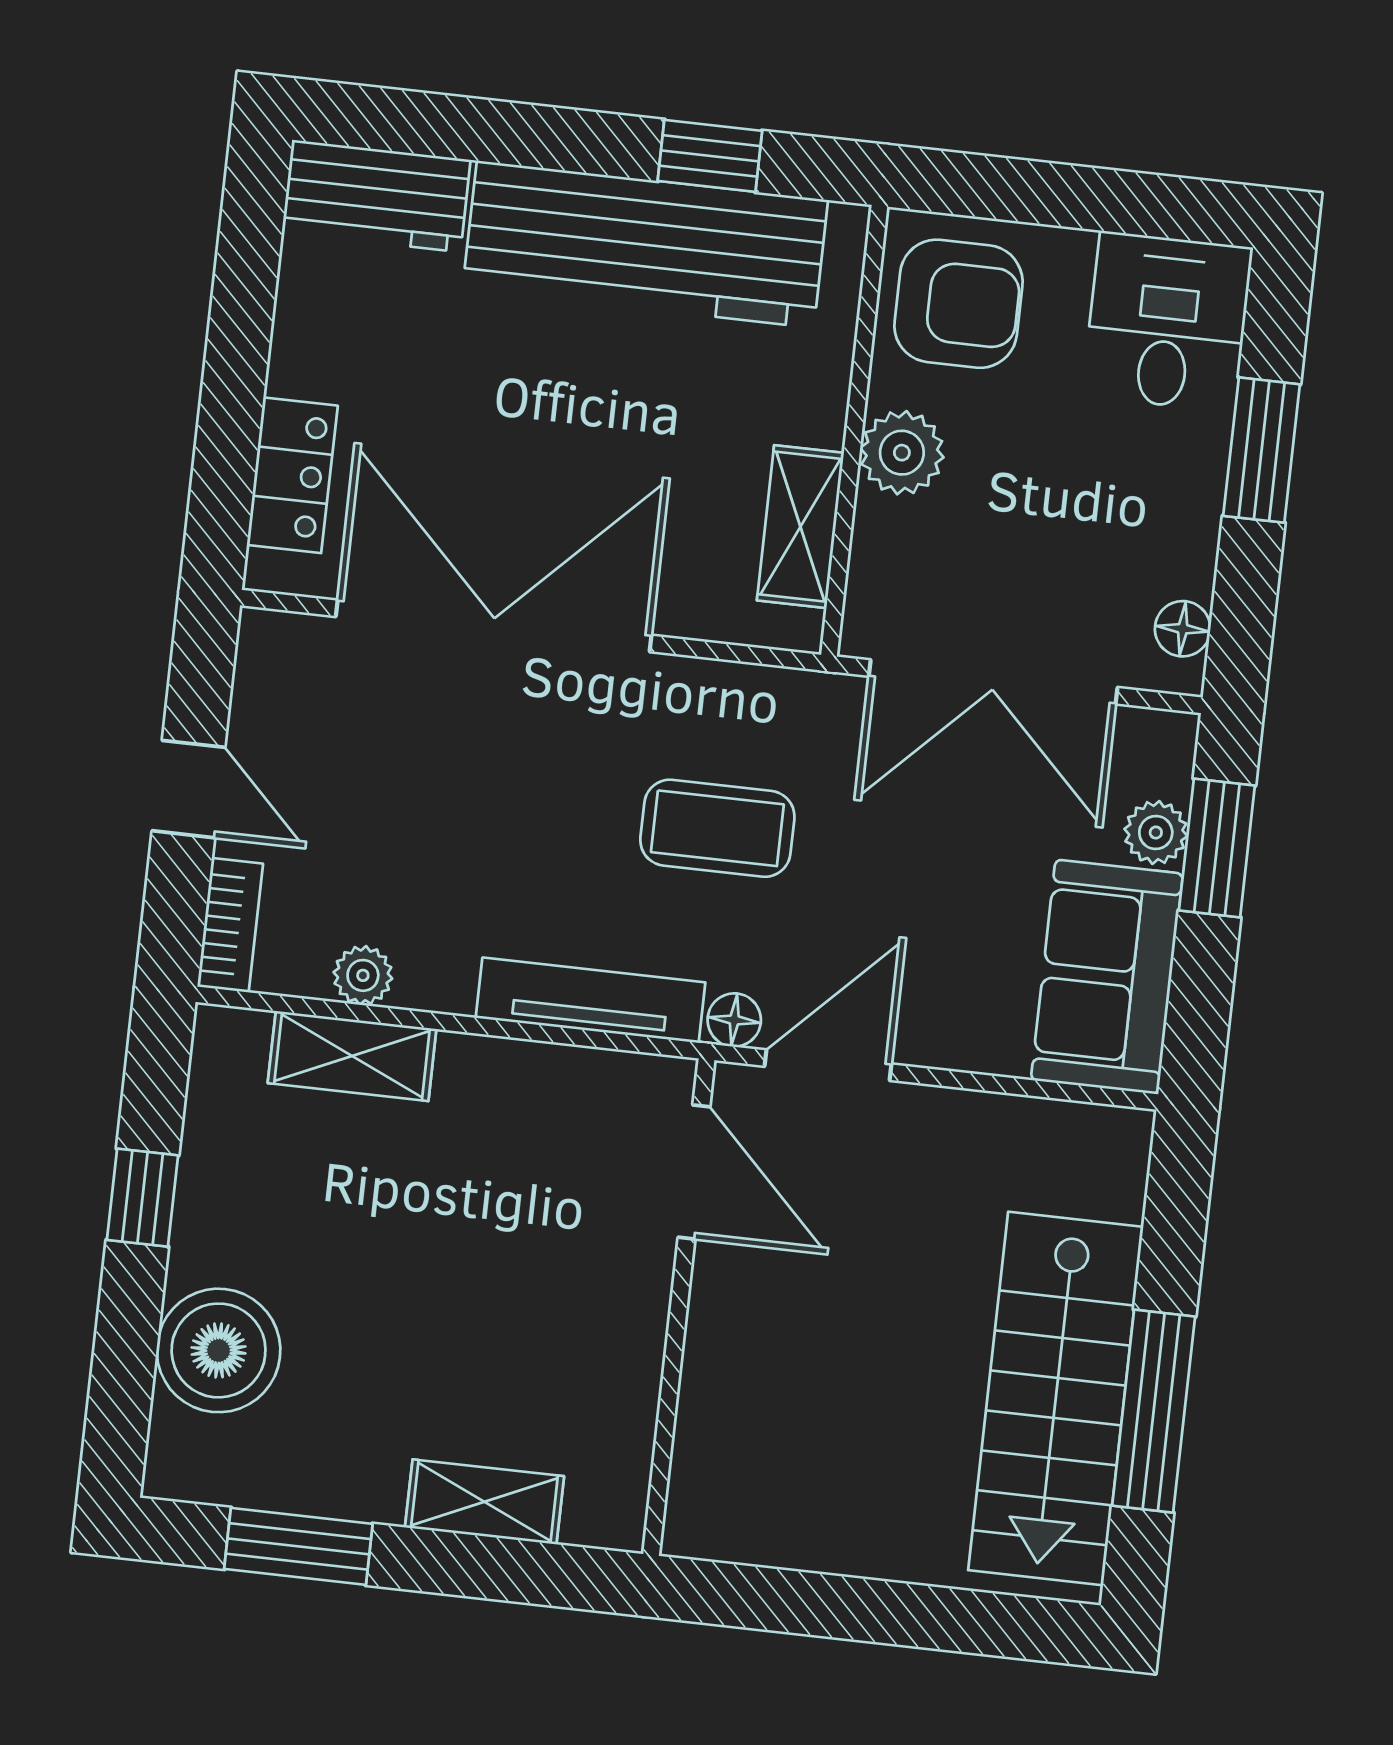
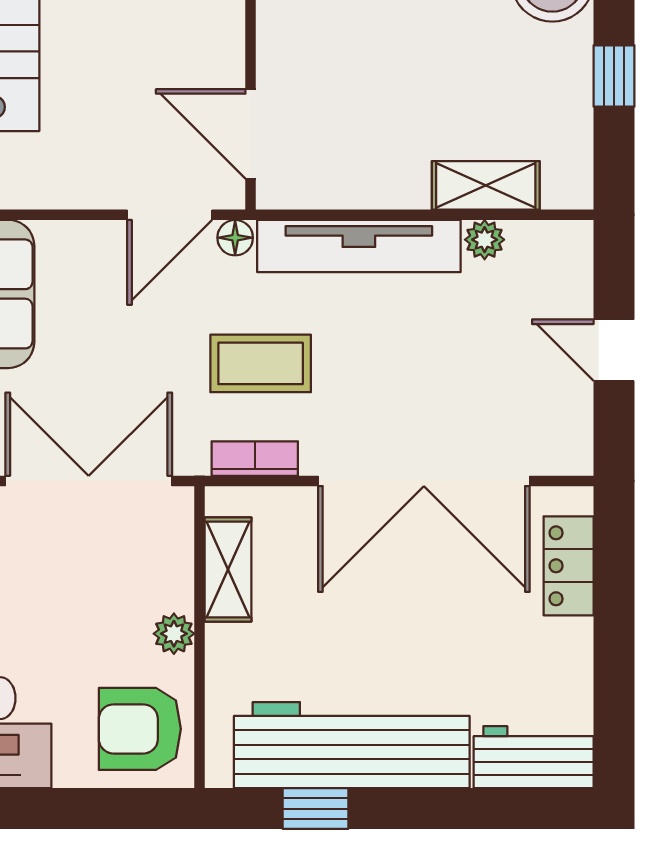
plant: (902, 453) -> (174, 634), width x0.73, depth x0.73
bookcase: (230, 925) -> (255, 459), moved, turned 90
tv unit: (591, 1000) -> (359, 246), width x1.36, depth x1.29

